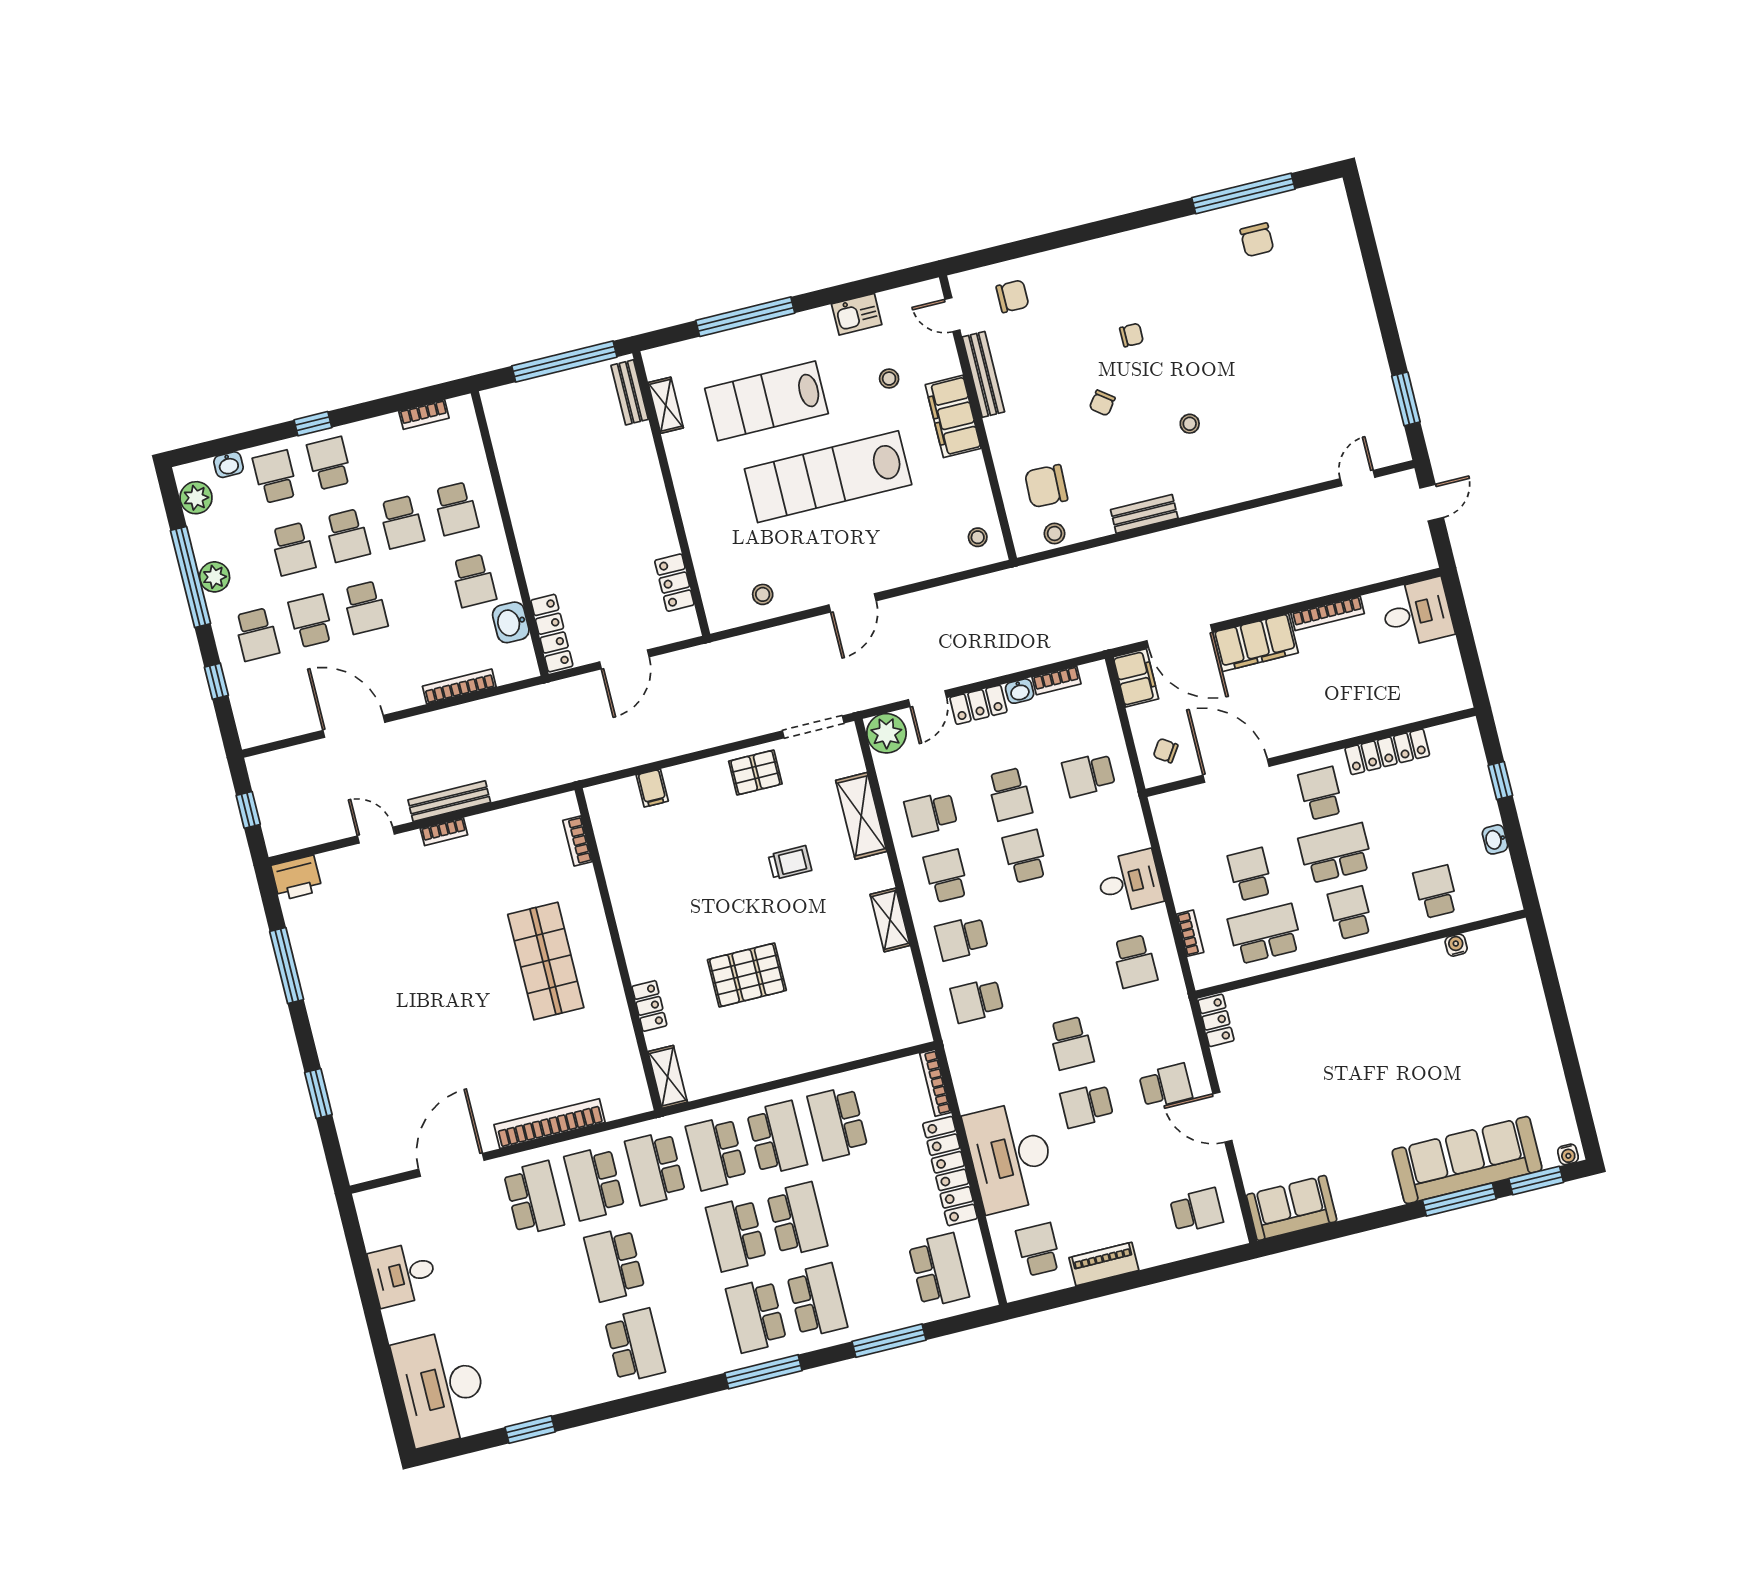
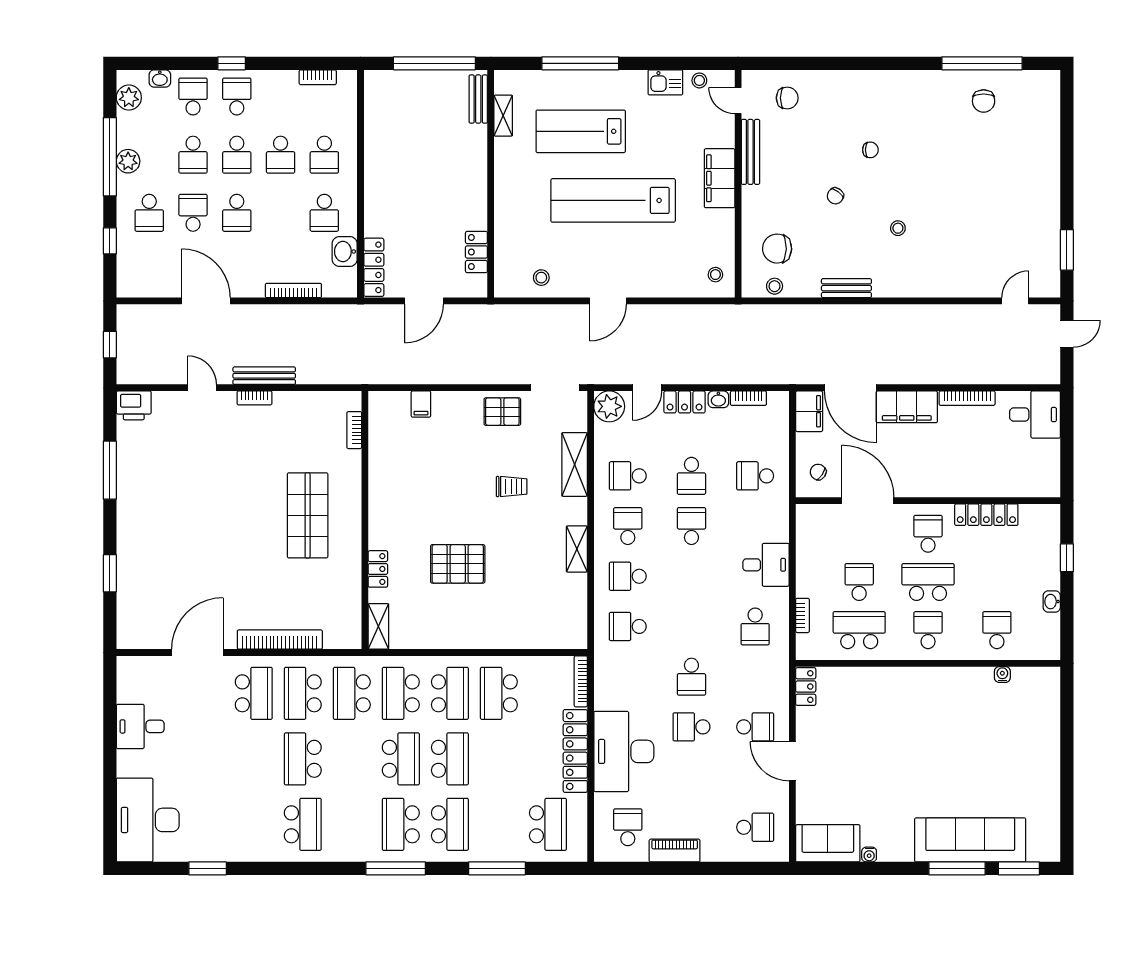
stool: (889, 379) -> (699, 80), moved
water cooler: (1568, 1154) -> (869, 855), moved
school desk: (736, 1234) -> (401, 759), turned 180

